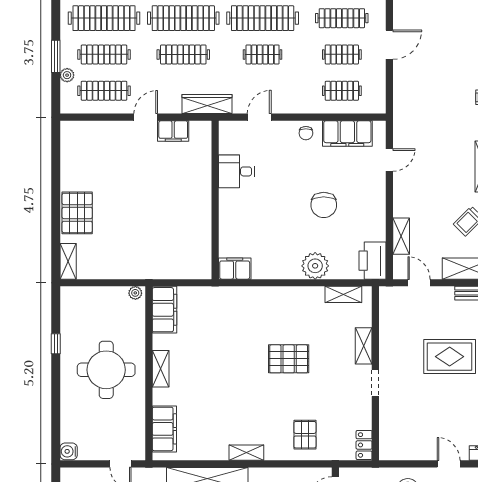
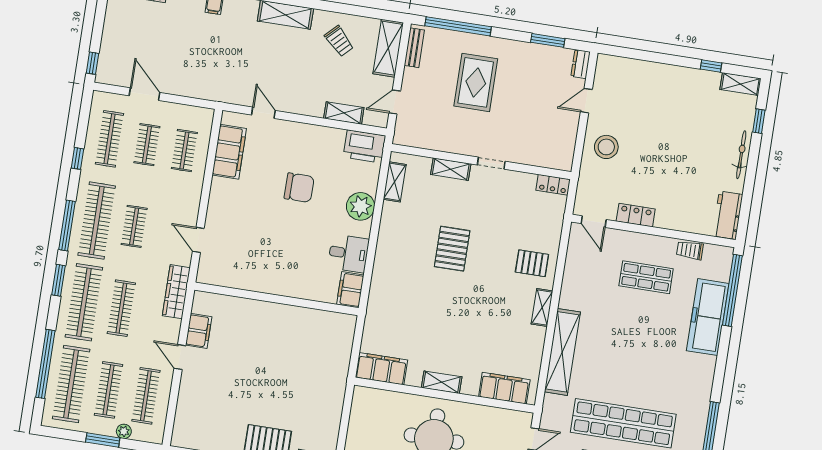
chair: (306, 133) -> (222, 194), removed
desk: (236, 171) -> (348, 253), moved, turned -90
plant: (135, 293) -> (359, 396), removed
pallet: (305, 435) -> (532, 263), moved

